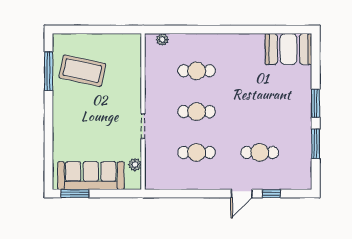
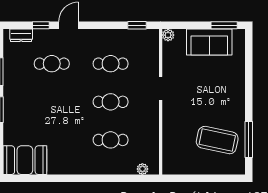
plant: (135, 165) -> (168, 35), moved
sofa: (91, 176) -> (209, 42), width x0.73
dresser: (293, 183) -> (21, 35), added
window: (168, 194) -> (137, 25), added

